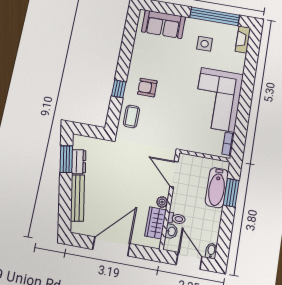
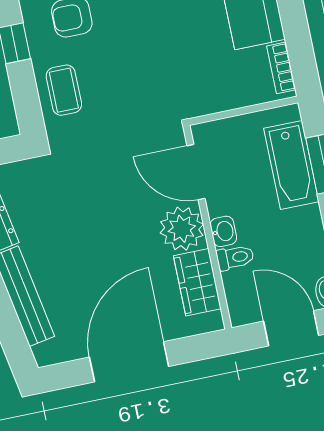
plant: (162, 202) -> (182, 229), width x1.88, depth x1.88
washbasin: (171, 231) -> (223, 231), moved

